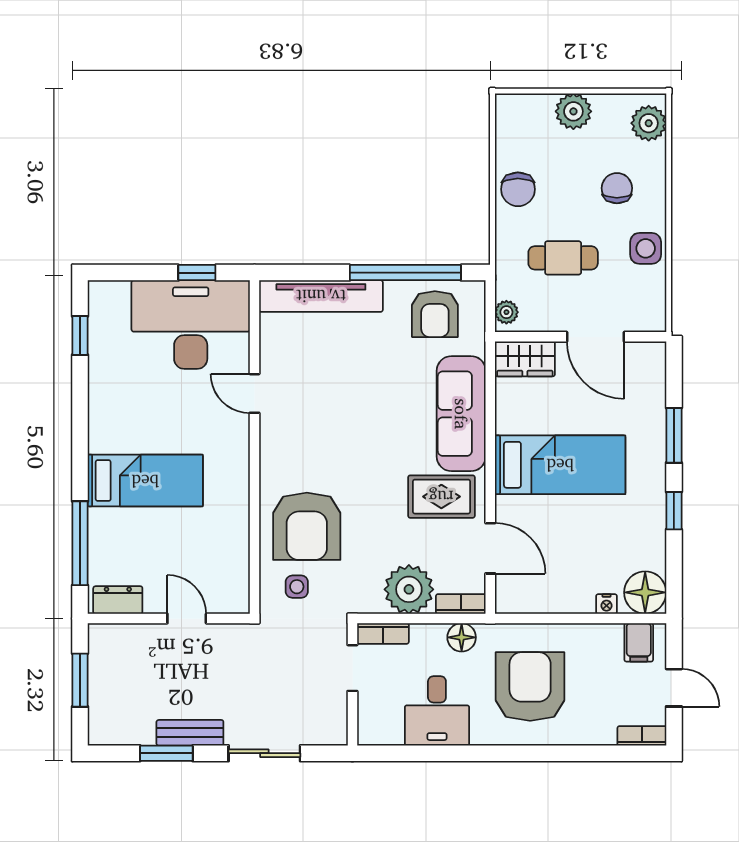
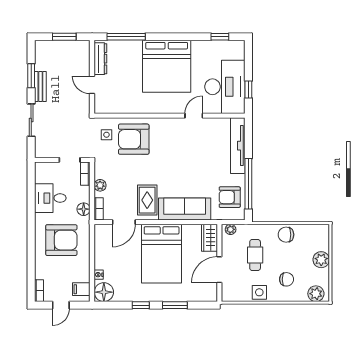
bed: (560, 465) -> (162, 254), width x1.50
bed: (145, 481) -> (167, 66), width x2.04
plant: (409, 589) -> (100, 185), width x0.53, depth x0.53
dresser: (118, 600) -> (100, 59), width x1.44
door: (187, 619) -> (92, 85), swing flipped

